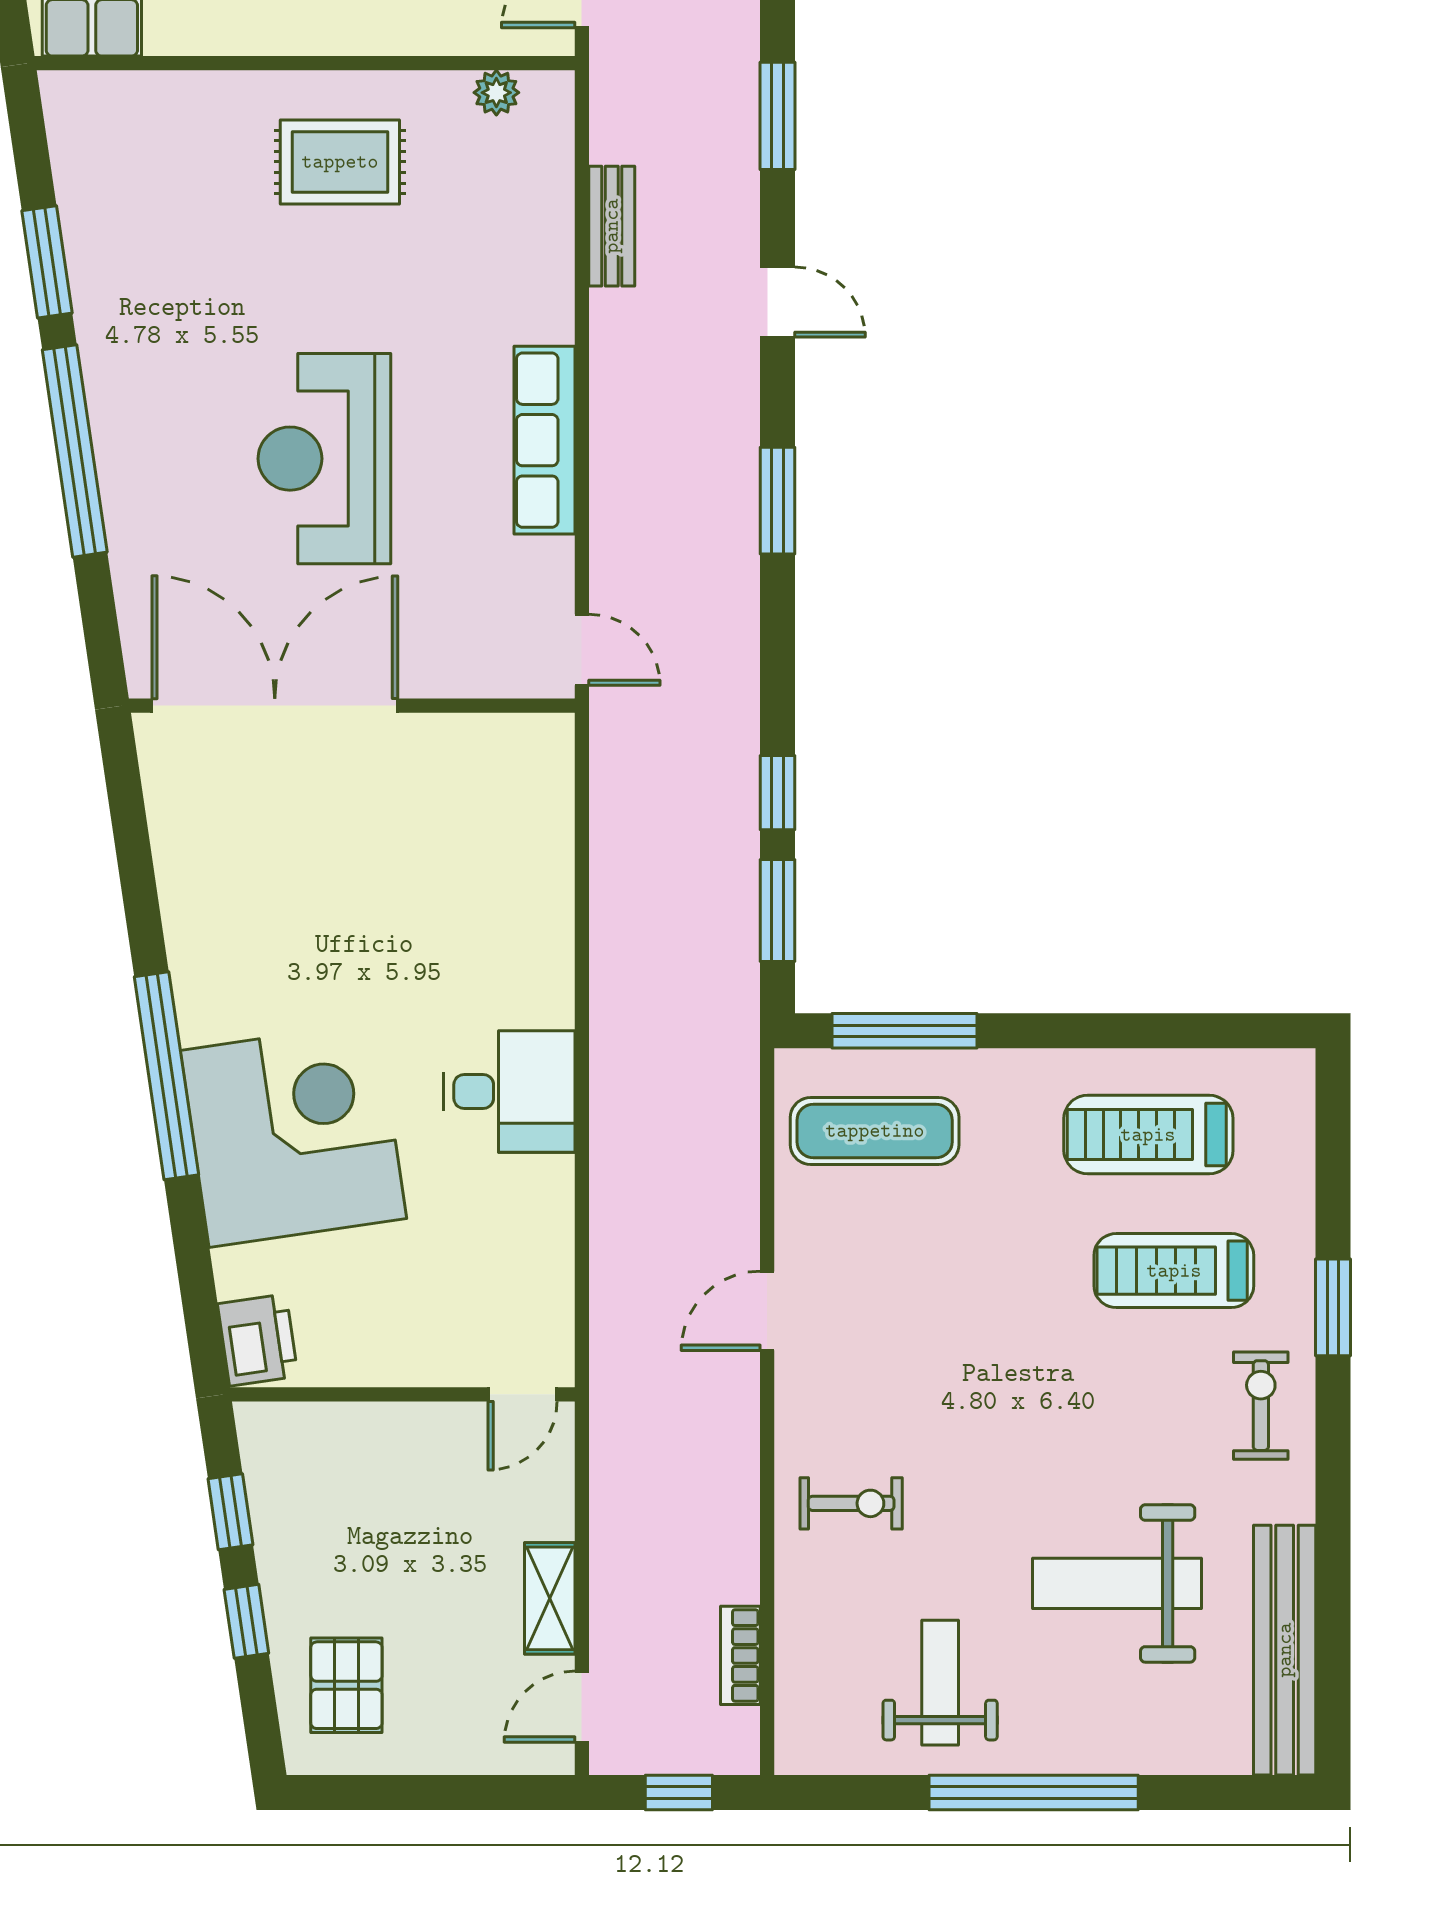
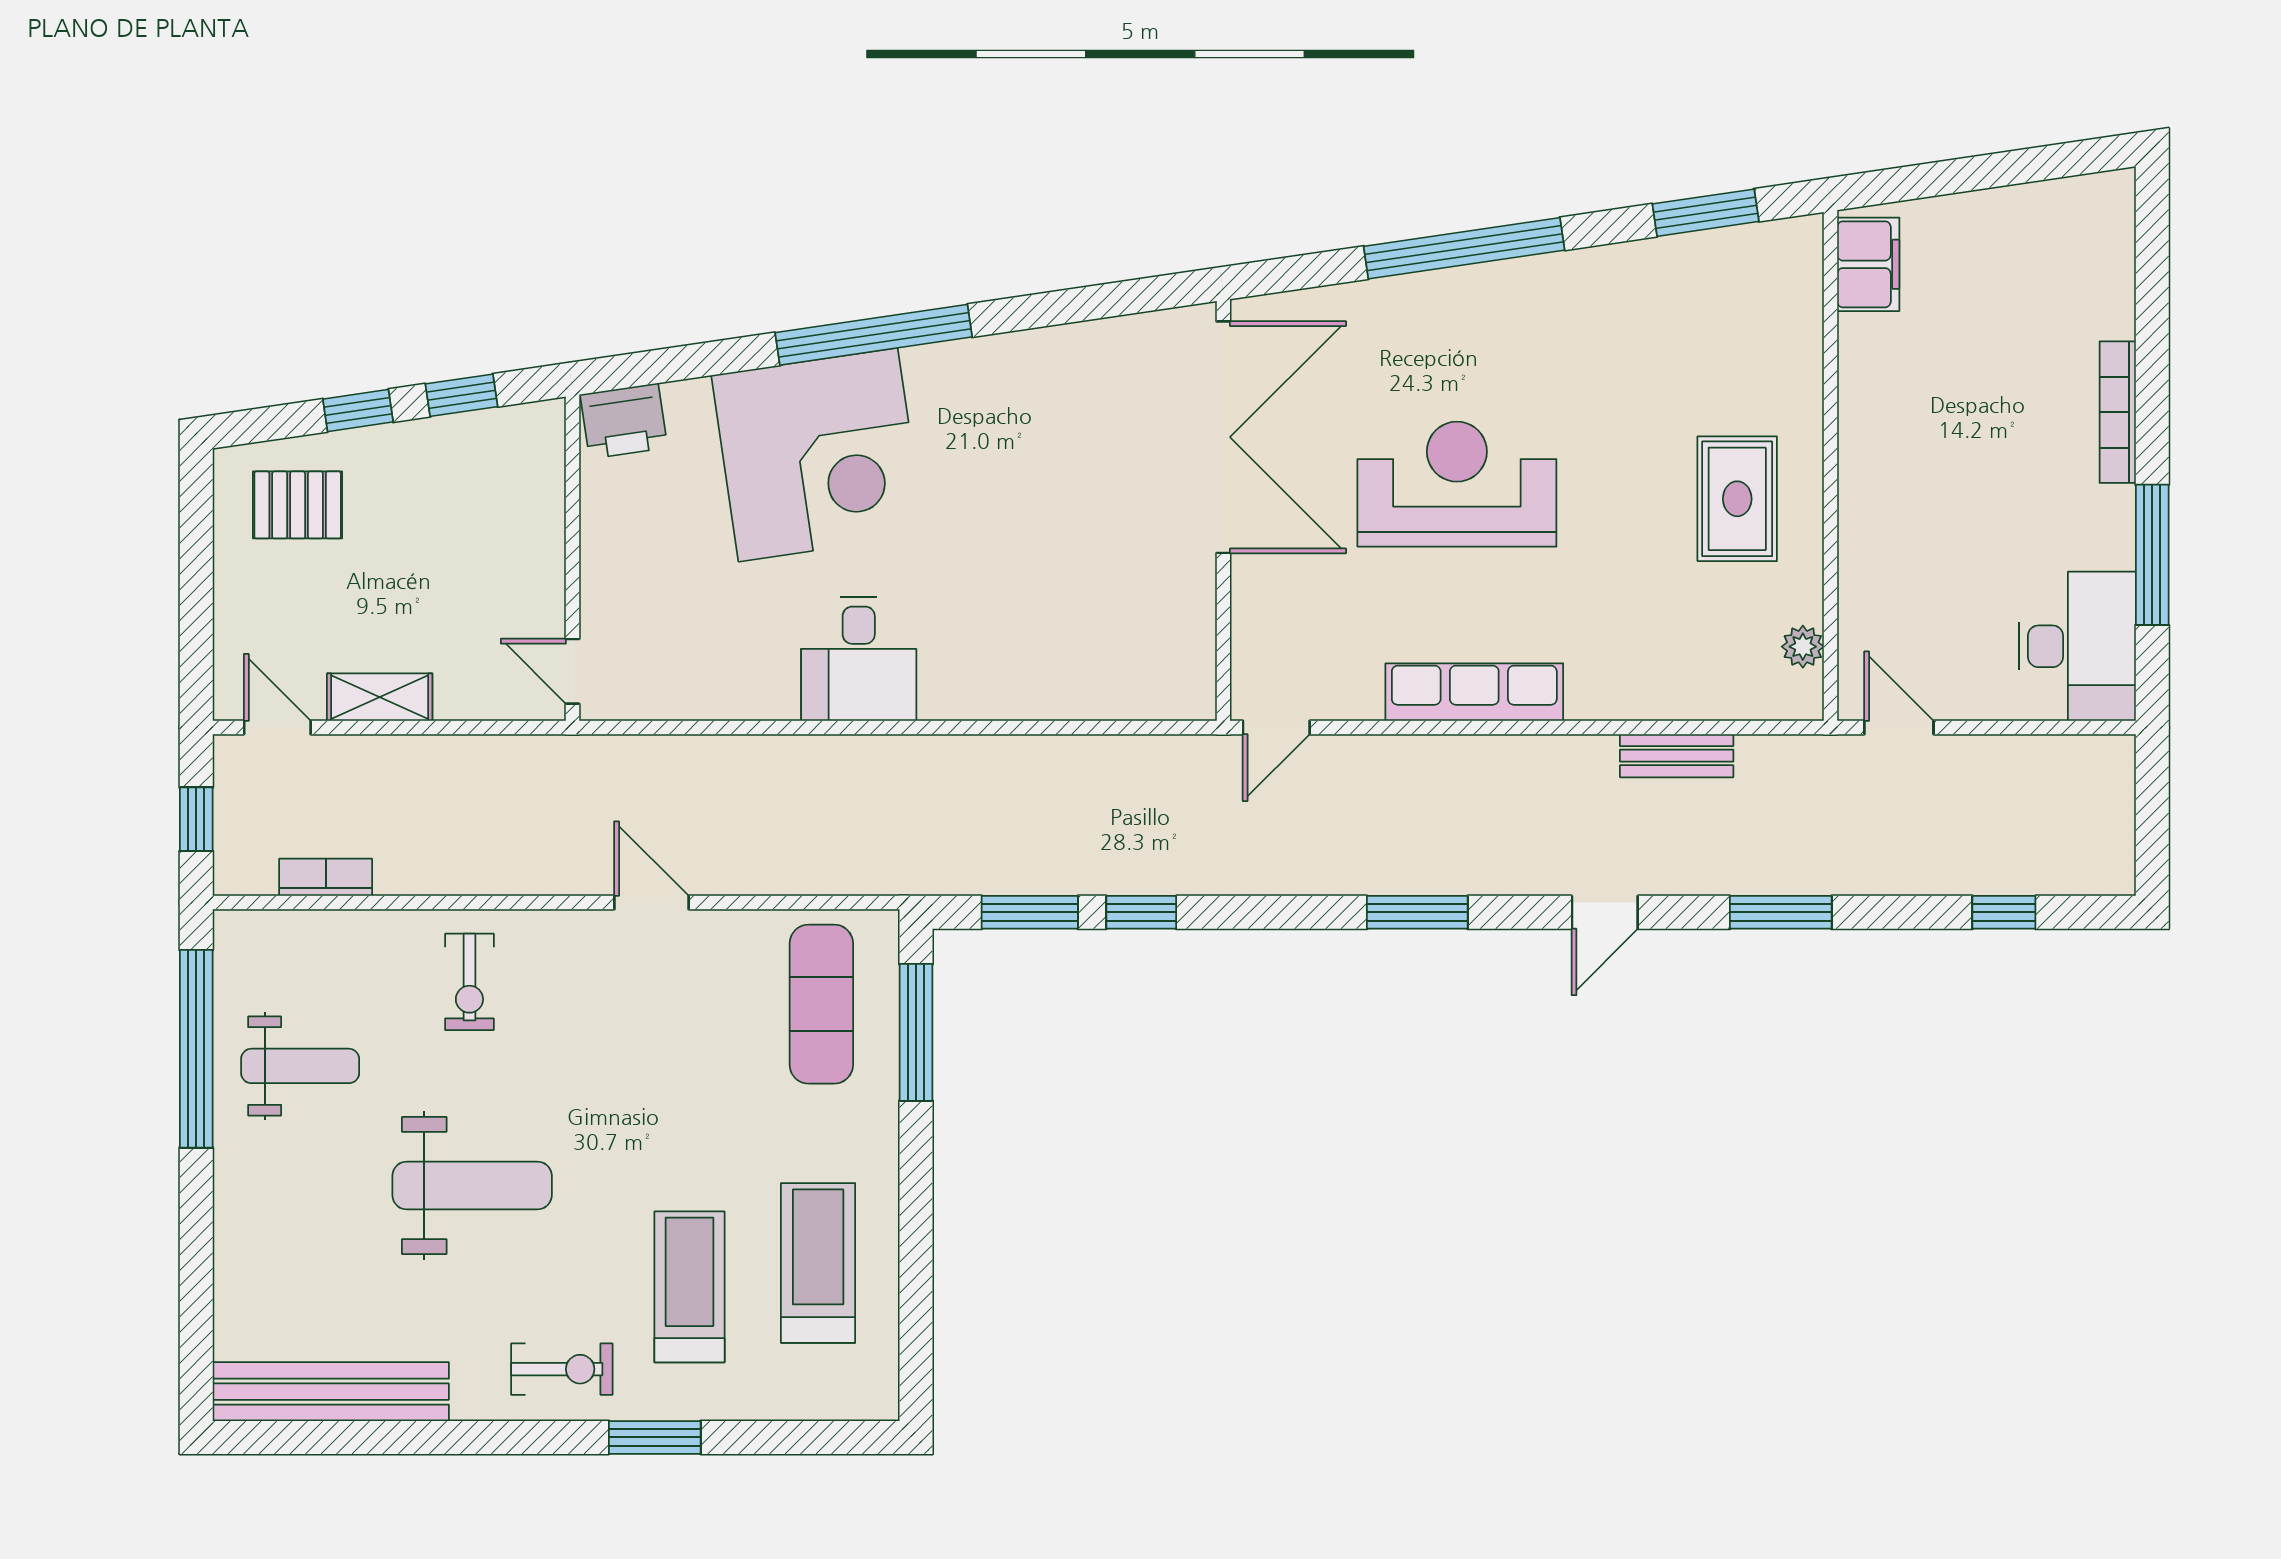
window: (47, 262) -> (1706, 213), moved
weight bench: (1117, 1583) -> (472, 1185), moved, turned 90
window: (1034, 1793) -> (196, 1049), moved

